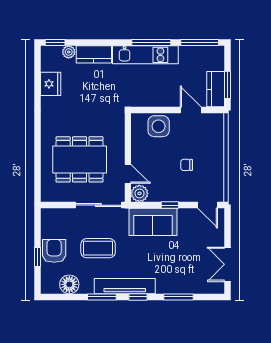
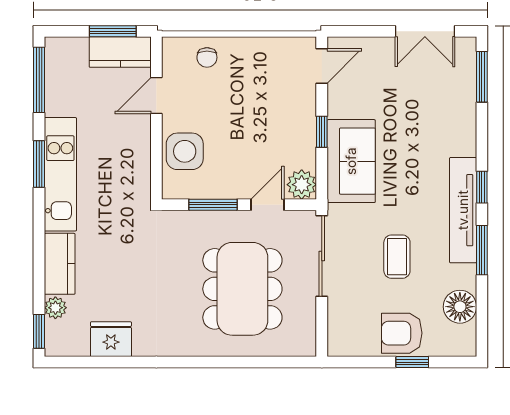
window: (151, 43) -> (39, 164), width x0.69
window: (128, 142) -> (213, 205), added
chair: (187, 165) -> (207, 57), moved
coffee table: (98, 248) -> (397, 257), width x0.73, depth x0.77
window: (179, 297) -> (482, 77), moved

